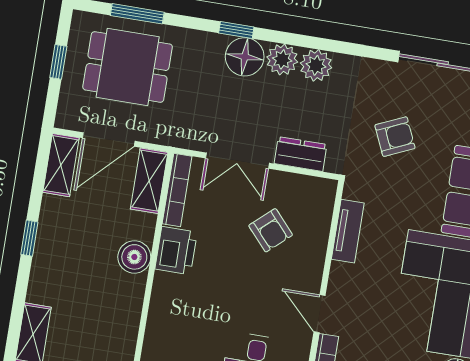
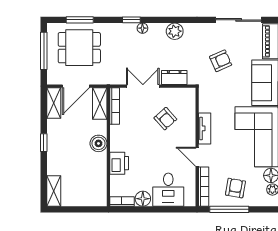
floor lamp: (245, 57) -> (142, 28), width x0.53, depth x0.53
plant: (282, 59) -> (157, 31), removed
window: (58, 62) -> (44, 51), width x2.17
double door: (237, 161) -> (143, 86), swing flipped
tv unit: (348, 231) -> (205, 128), moved
printer: (176, 251) -> (119, 163), moved

